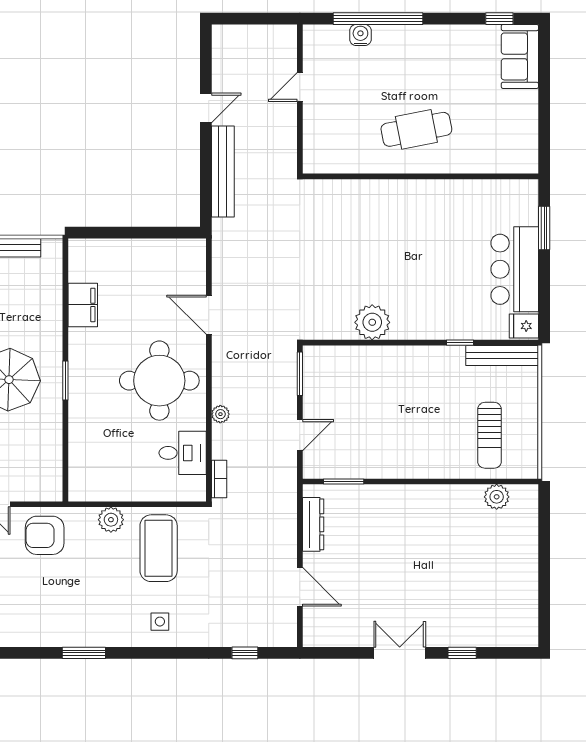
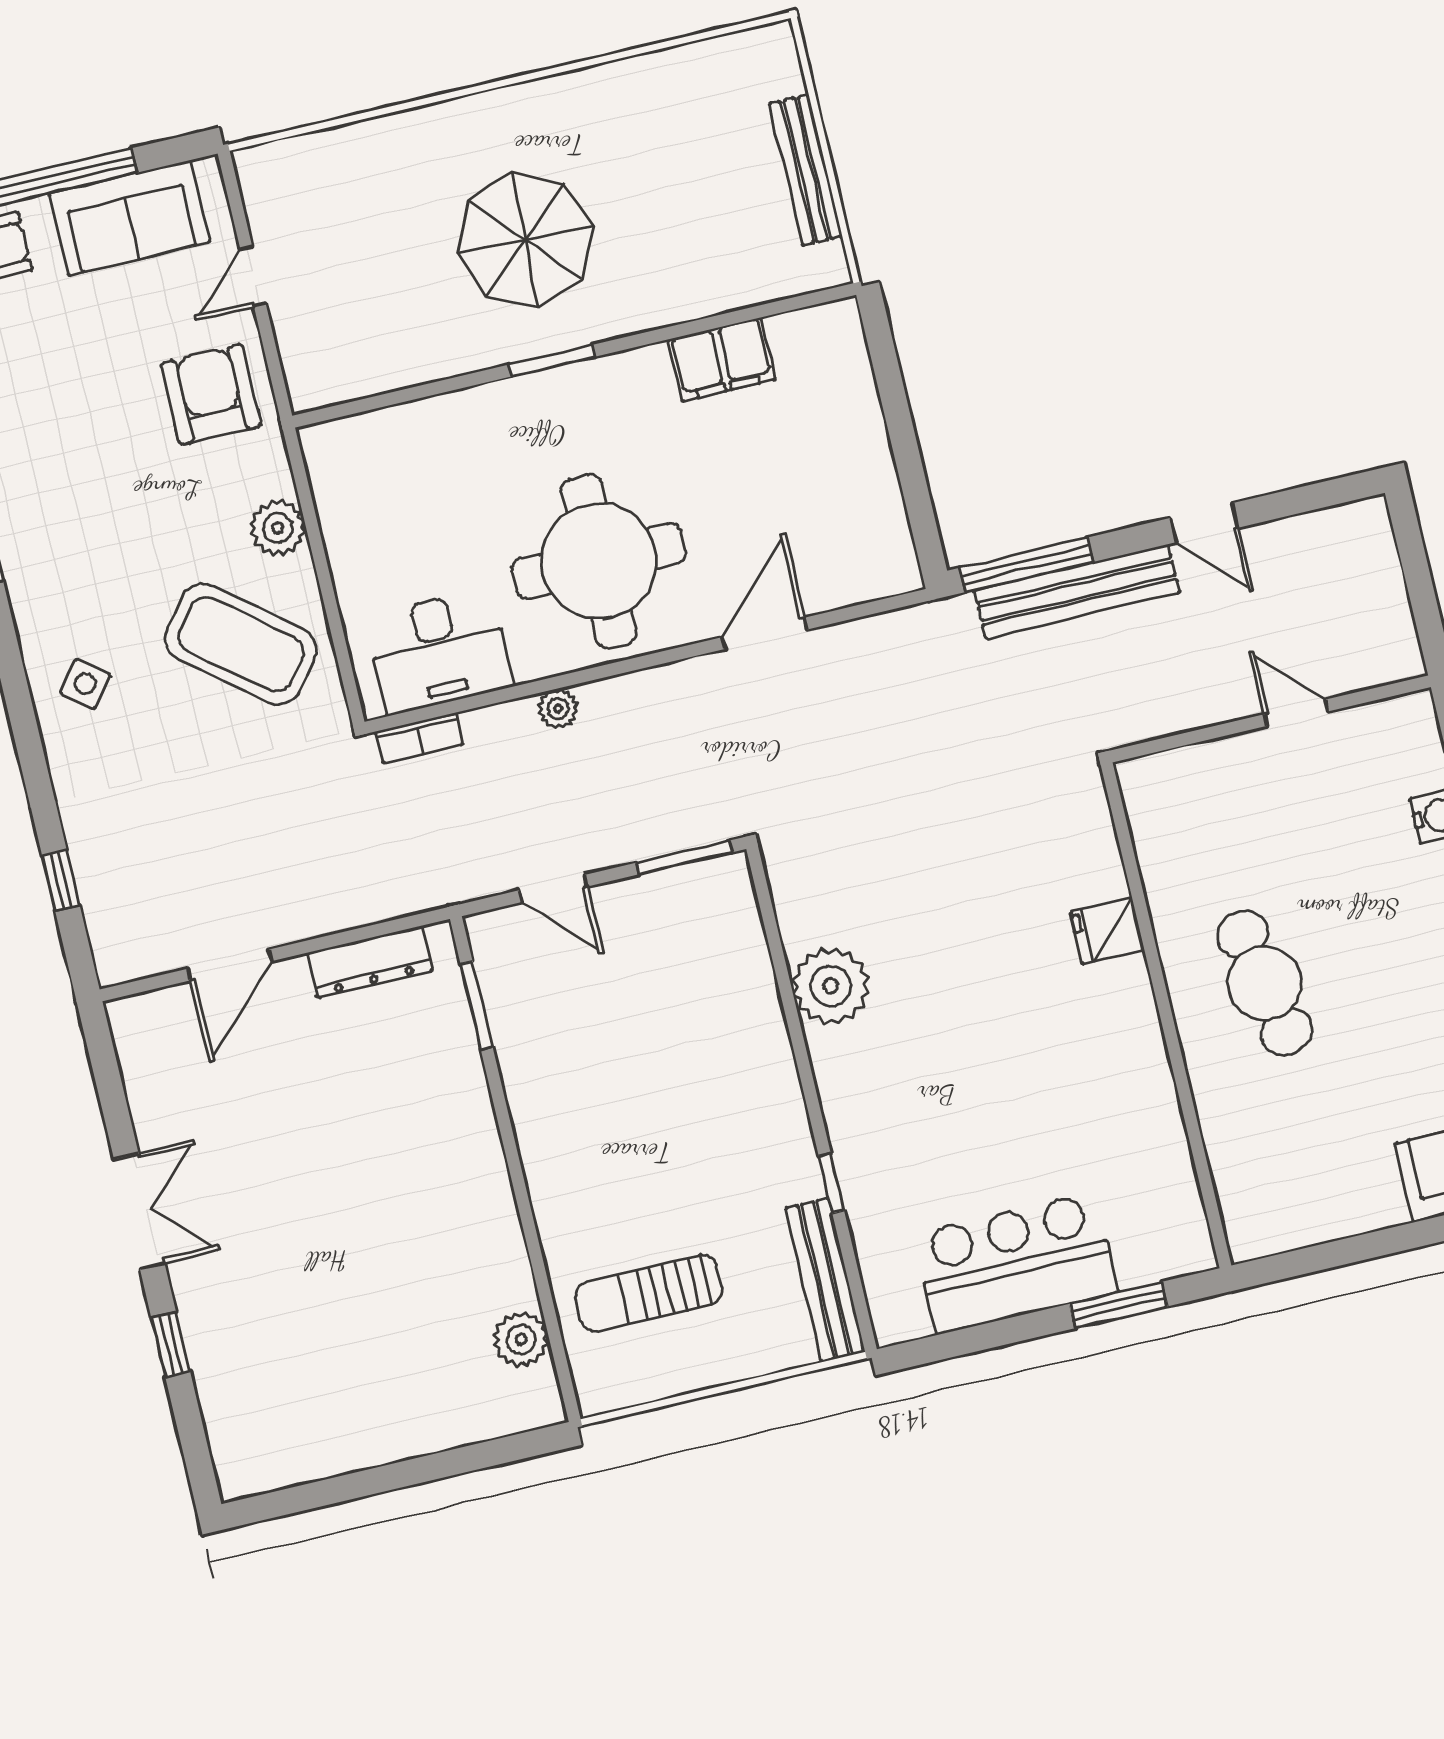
window: (206, 191) -> (1026, 565), added
fridge: (524, 326) -> (1107, 931), moved, turned -90
desk: (183, 453) -> (439, 651), width x1.37
coffee table: (159, 548) -> (241, 644), turned 39
side table: (160, 622) -> (85, 684), turned 38

